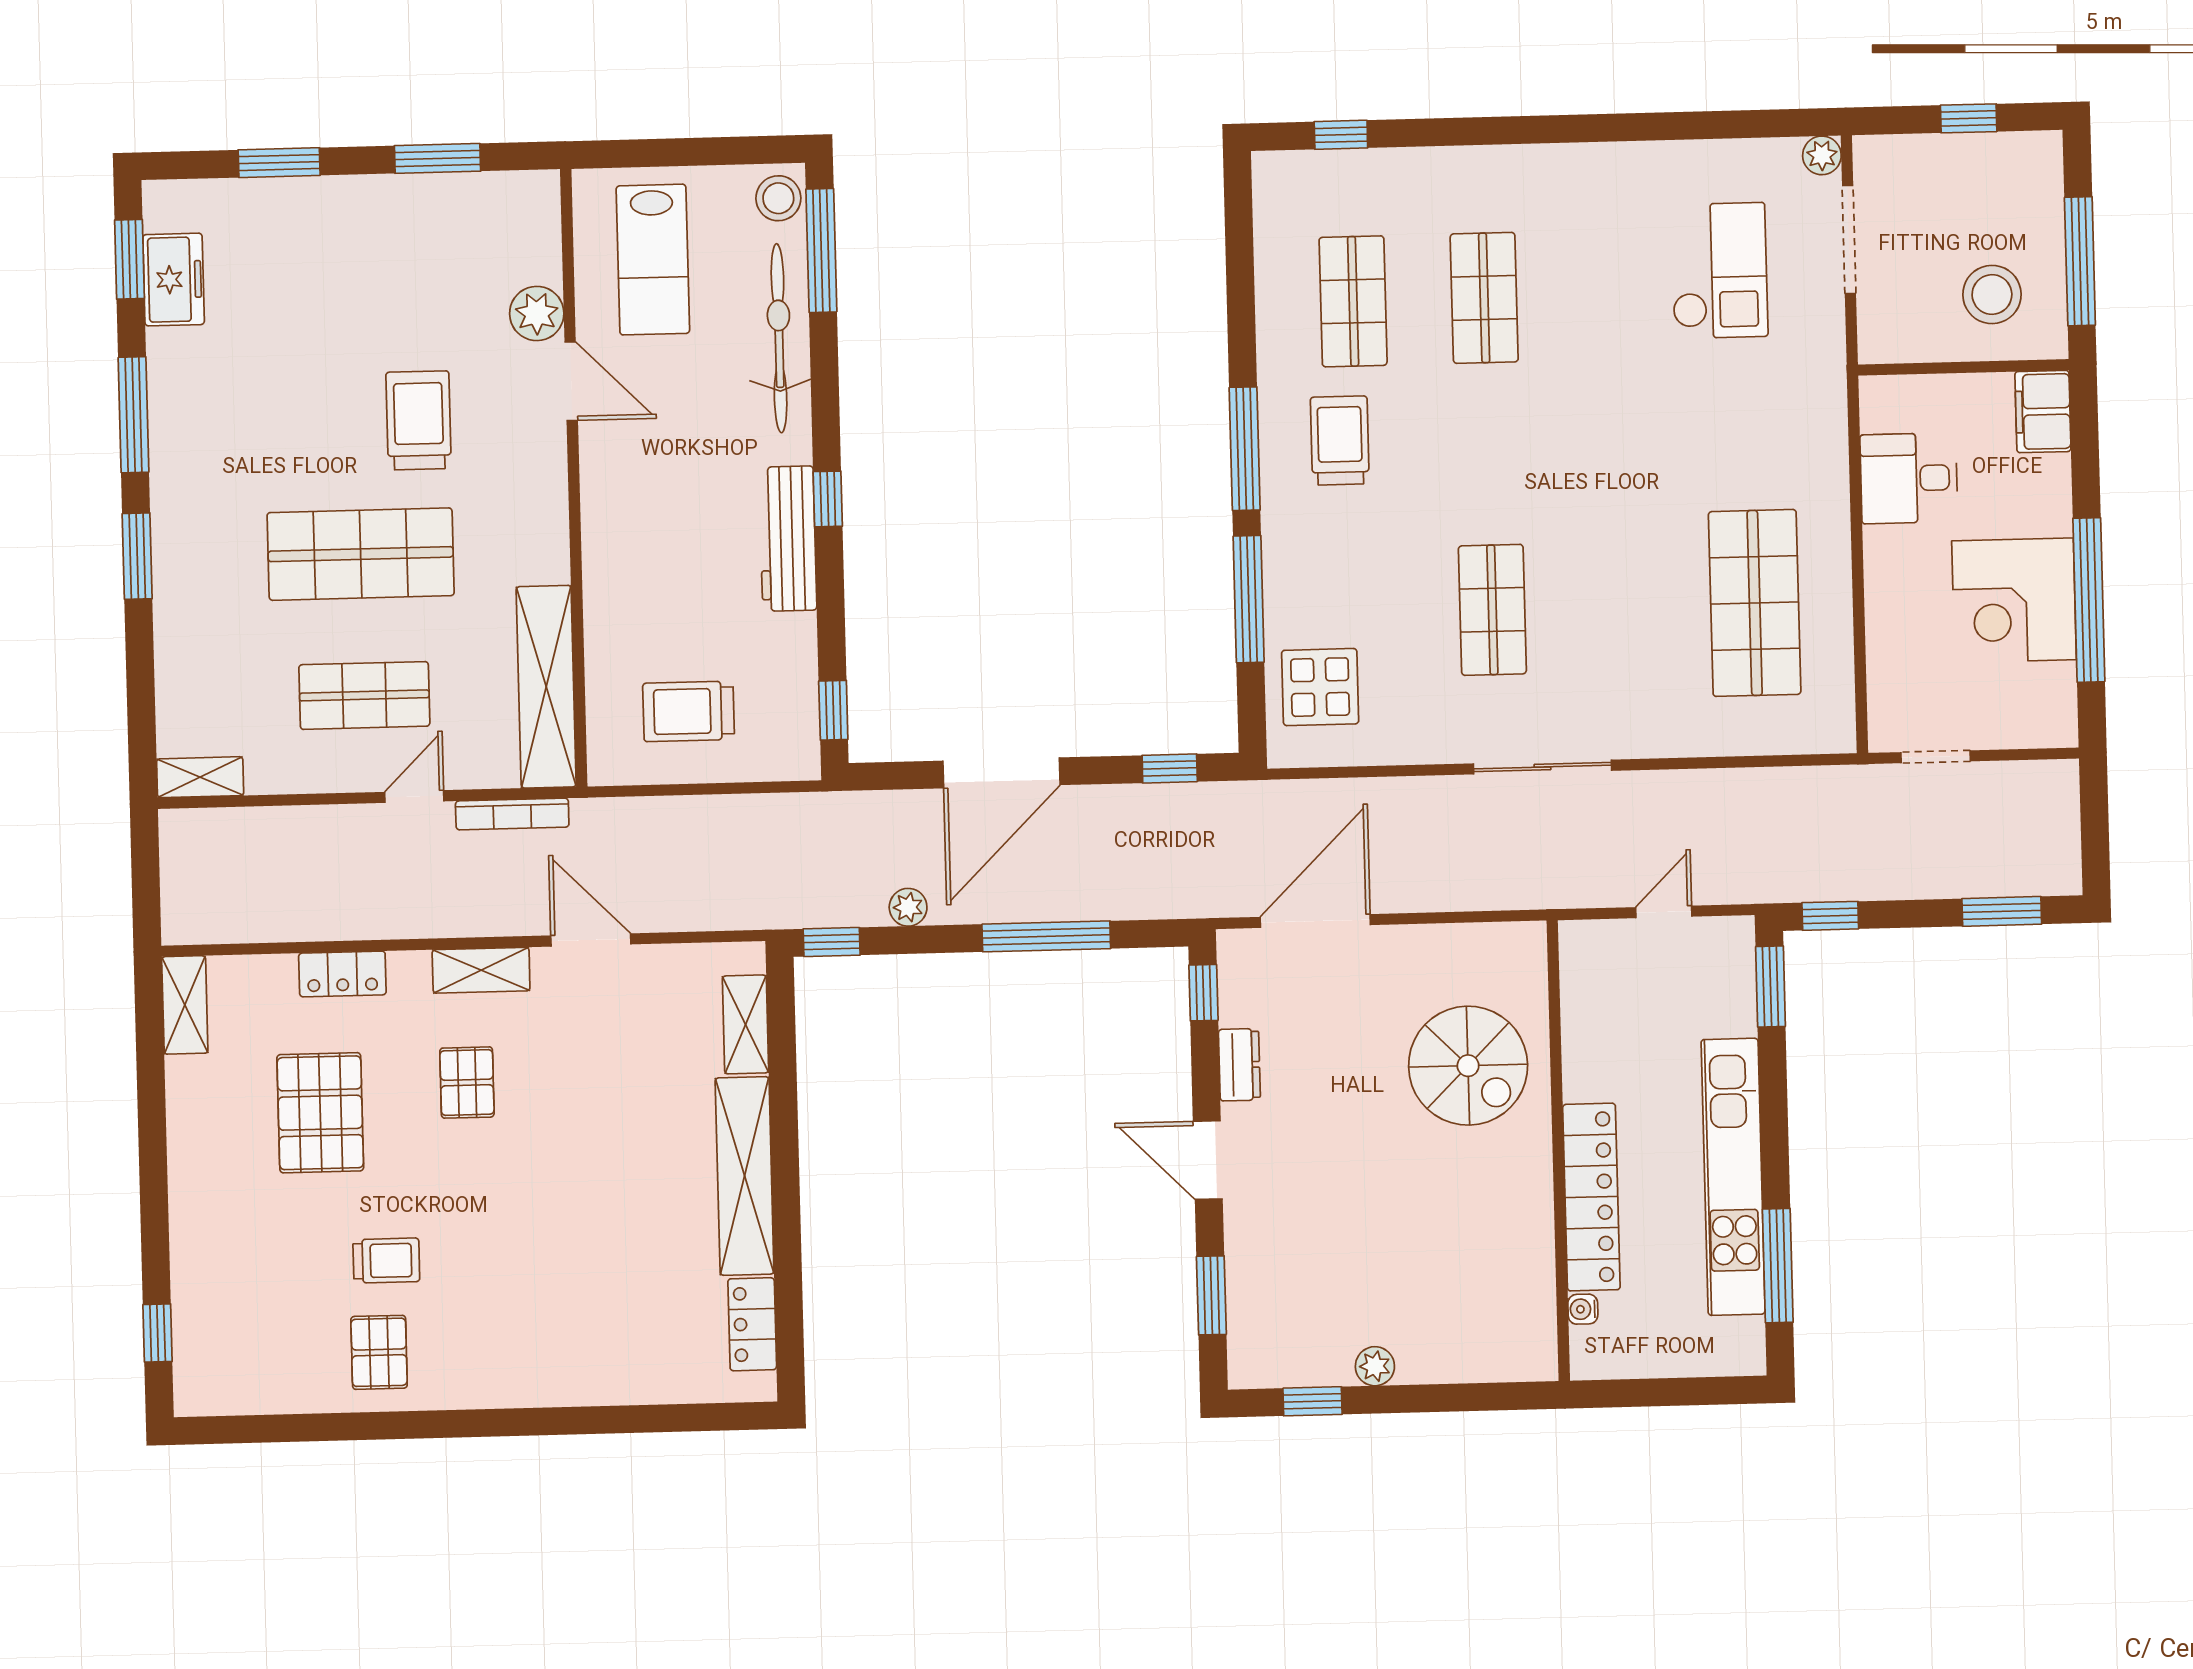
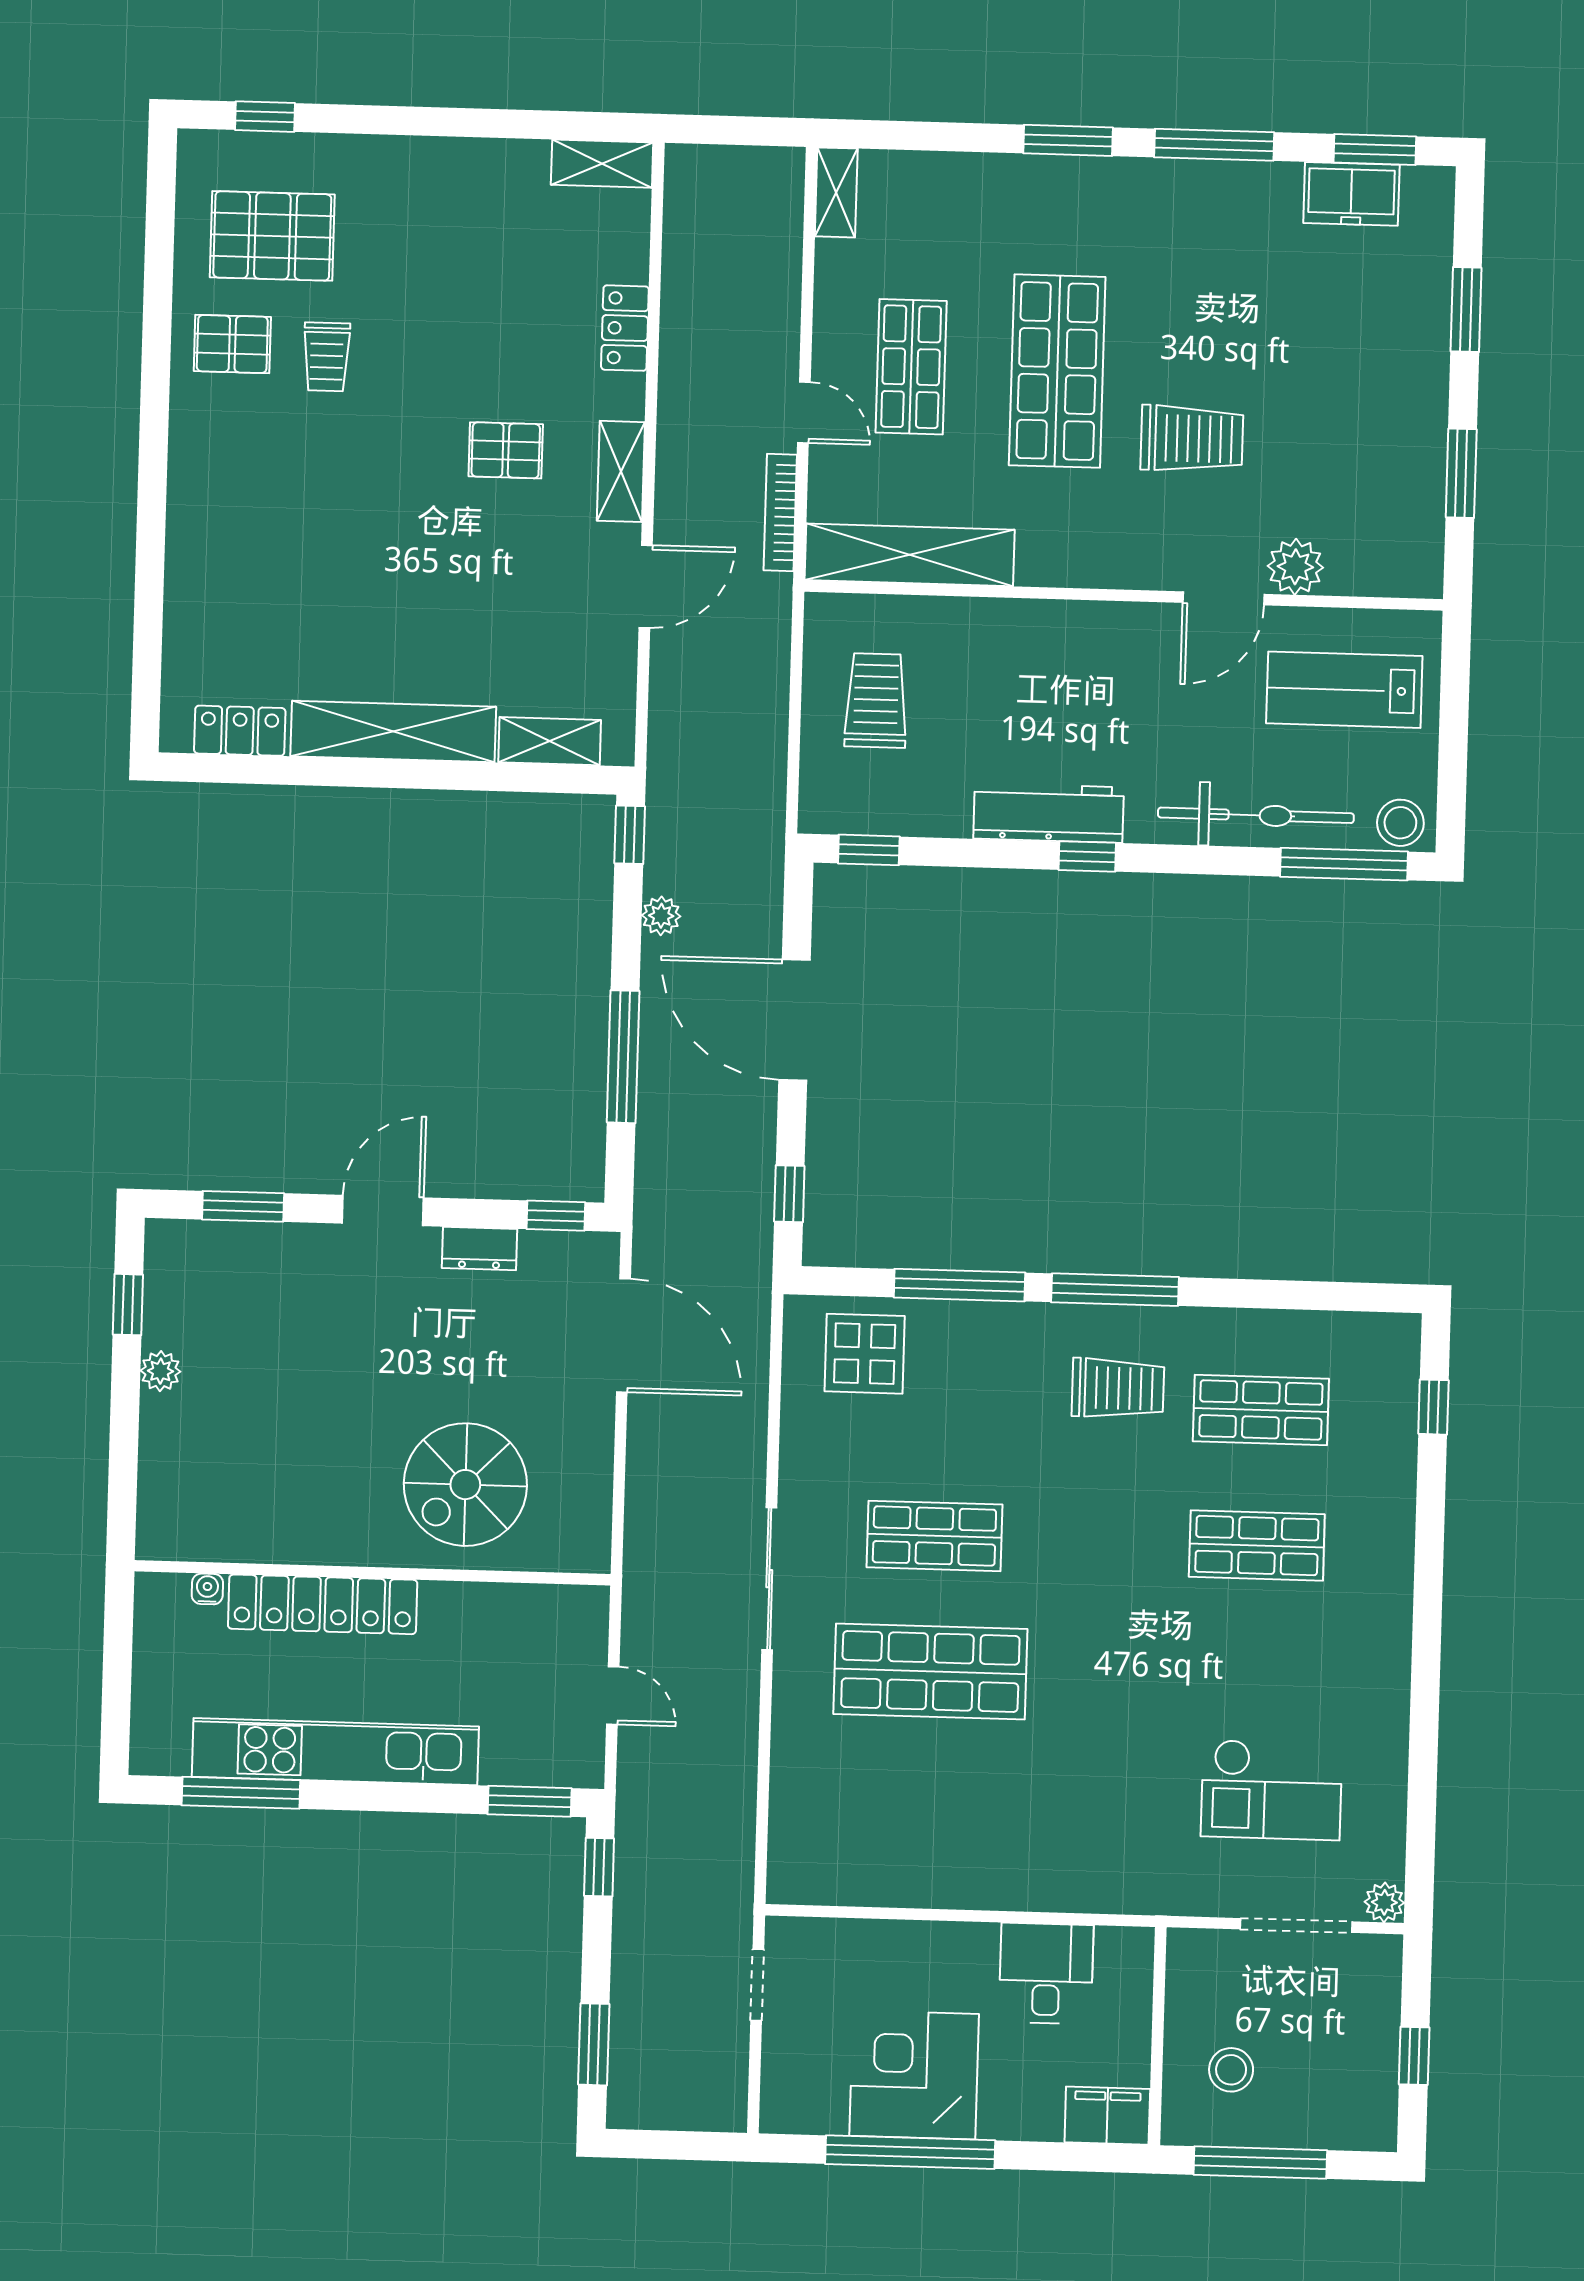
stool: (1992, 294) -> (1231, 2070), width x0.73, depth x0.73
shop shelf: (1755, 603) -> (930, 1672), moved
pallet: (320, 1113) -> (272, 236), moved

